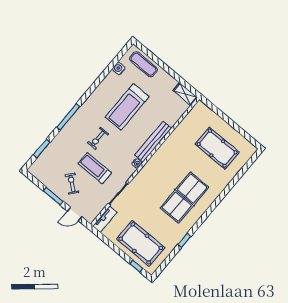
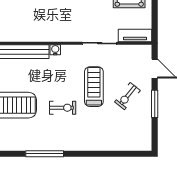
window: (68, 117) -> (45, 154), moved
window: (42, 149) -> (118, 154), removed
treadmill: (95, 168) -> (94, 87), turned 180

